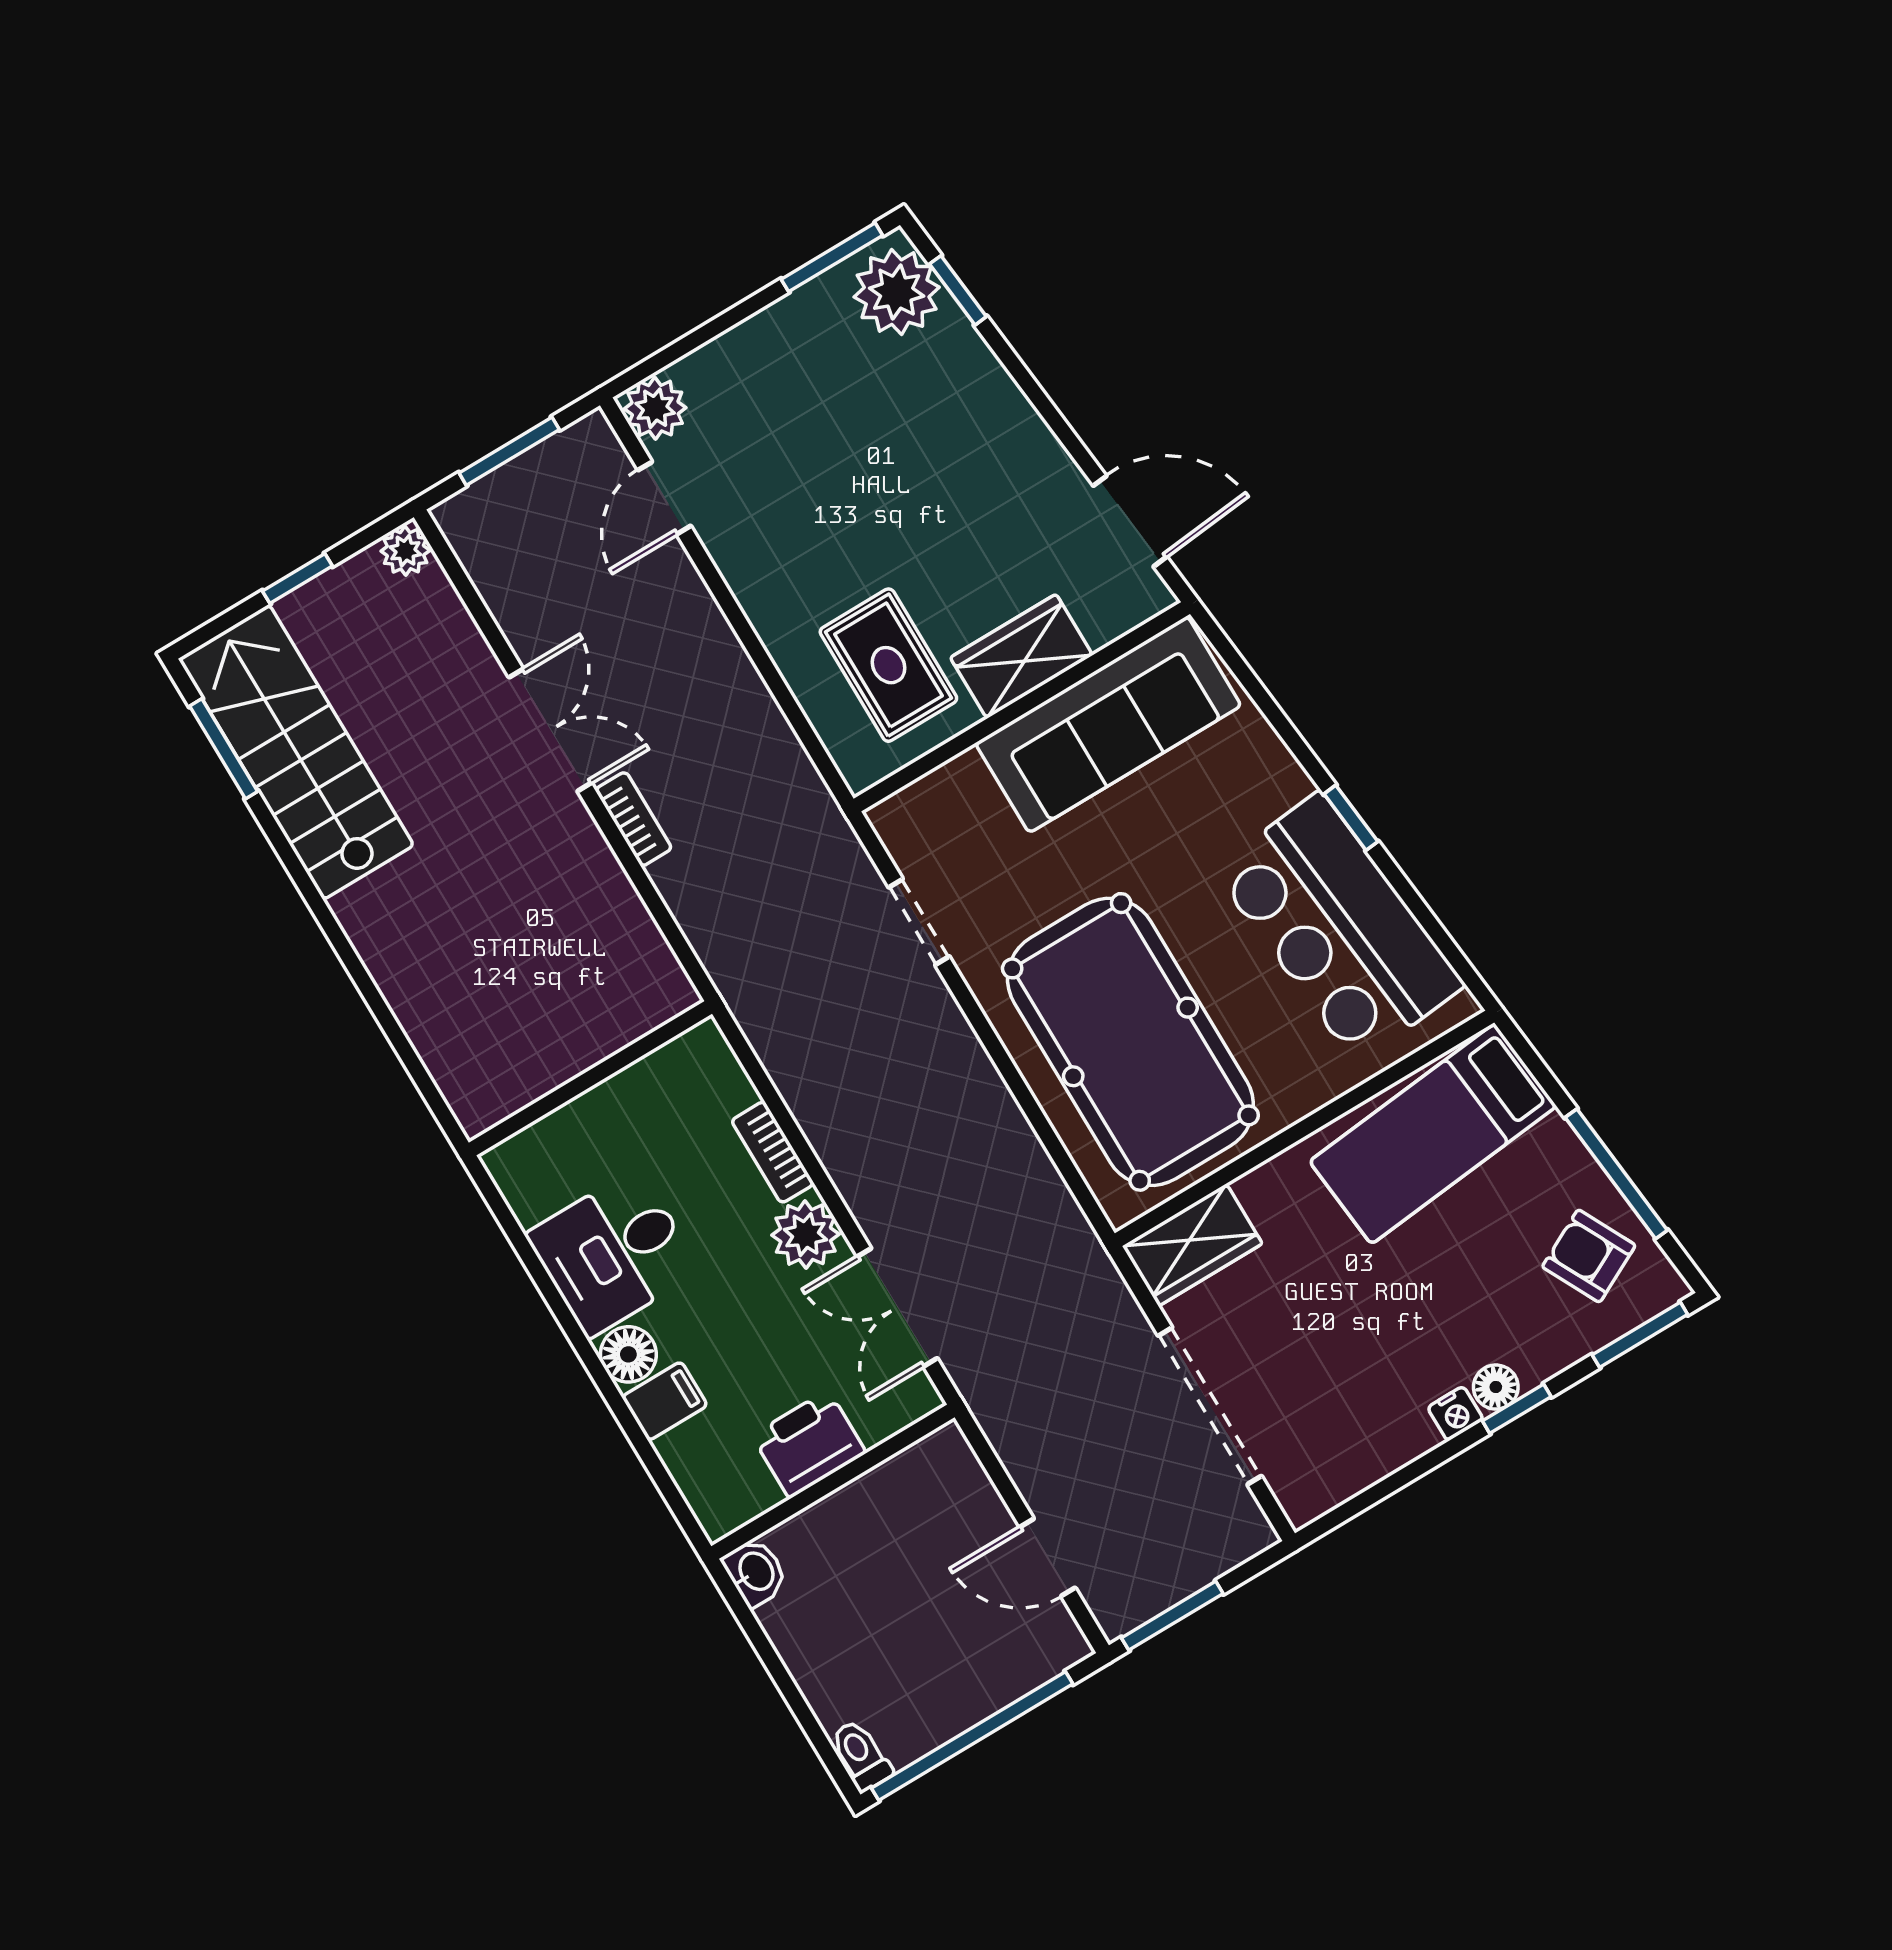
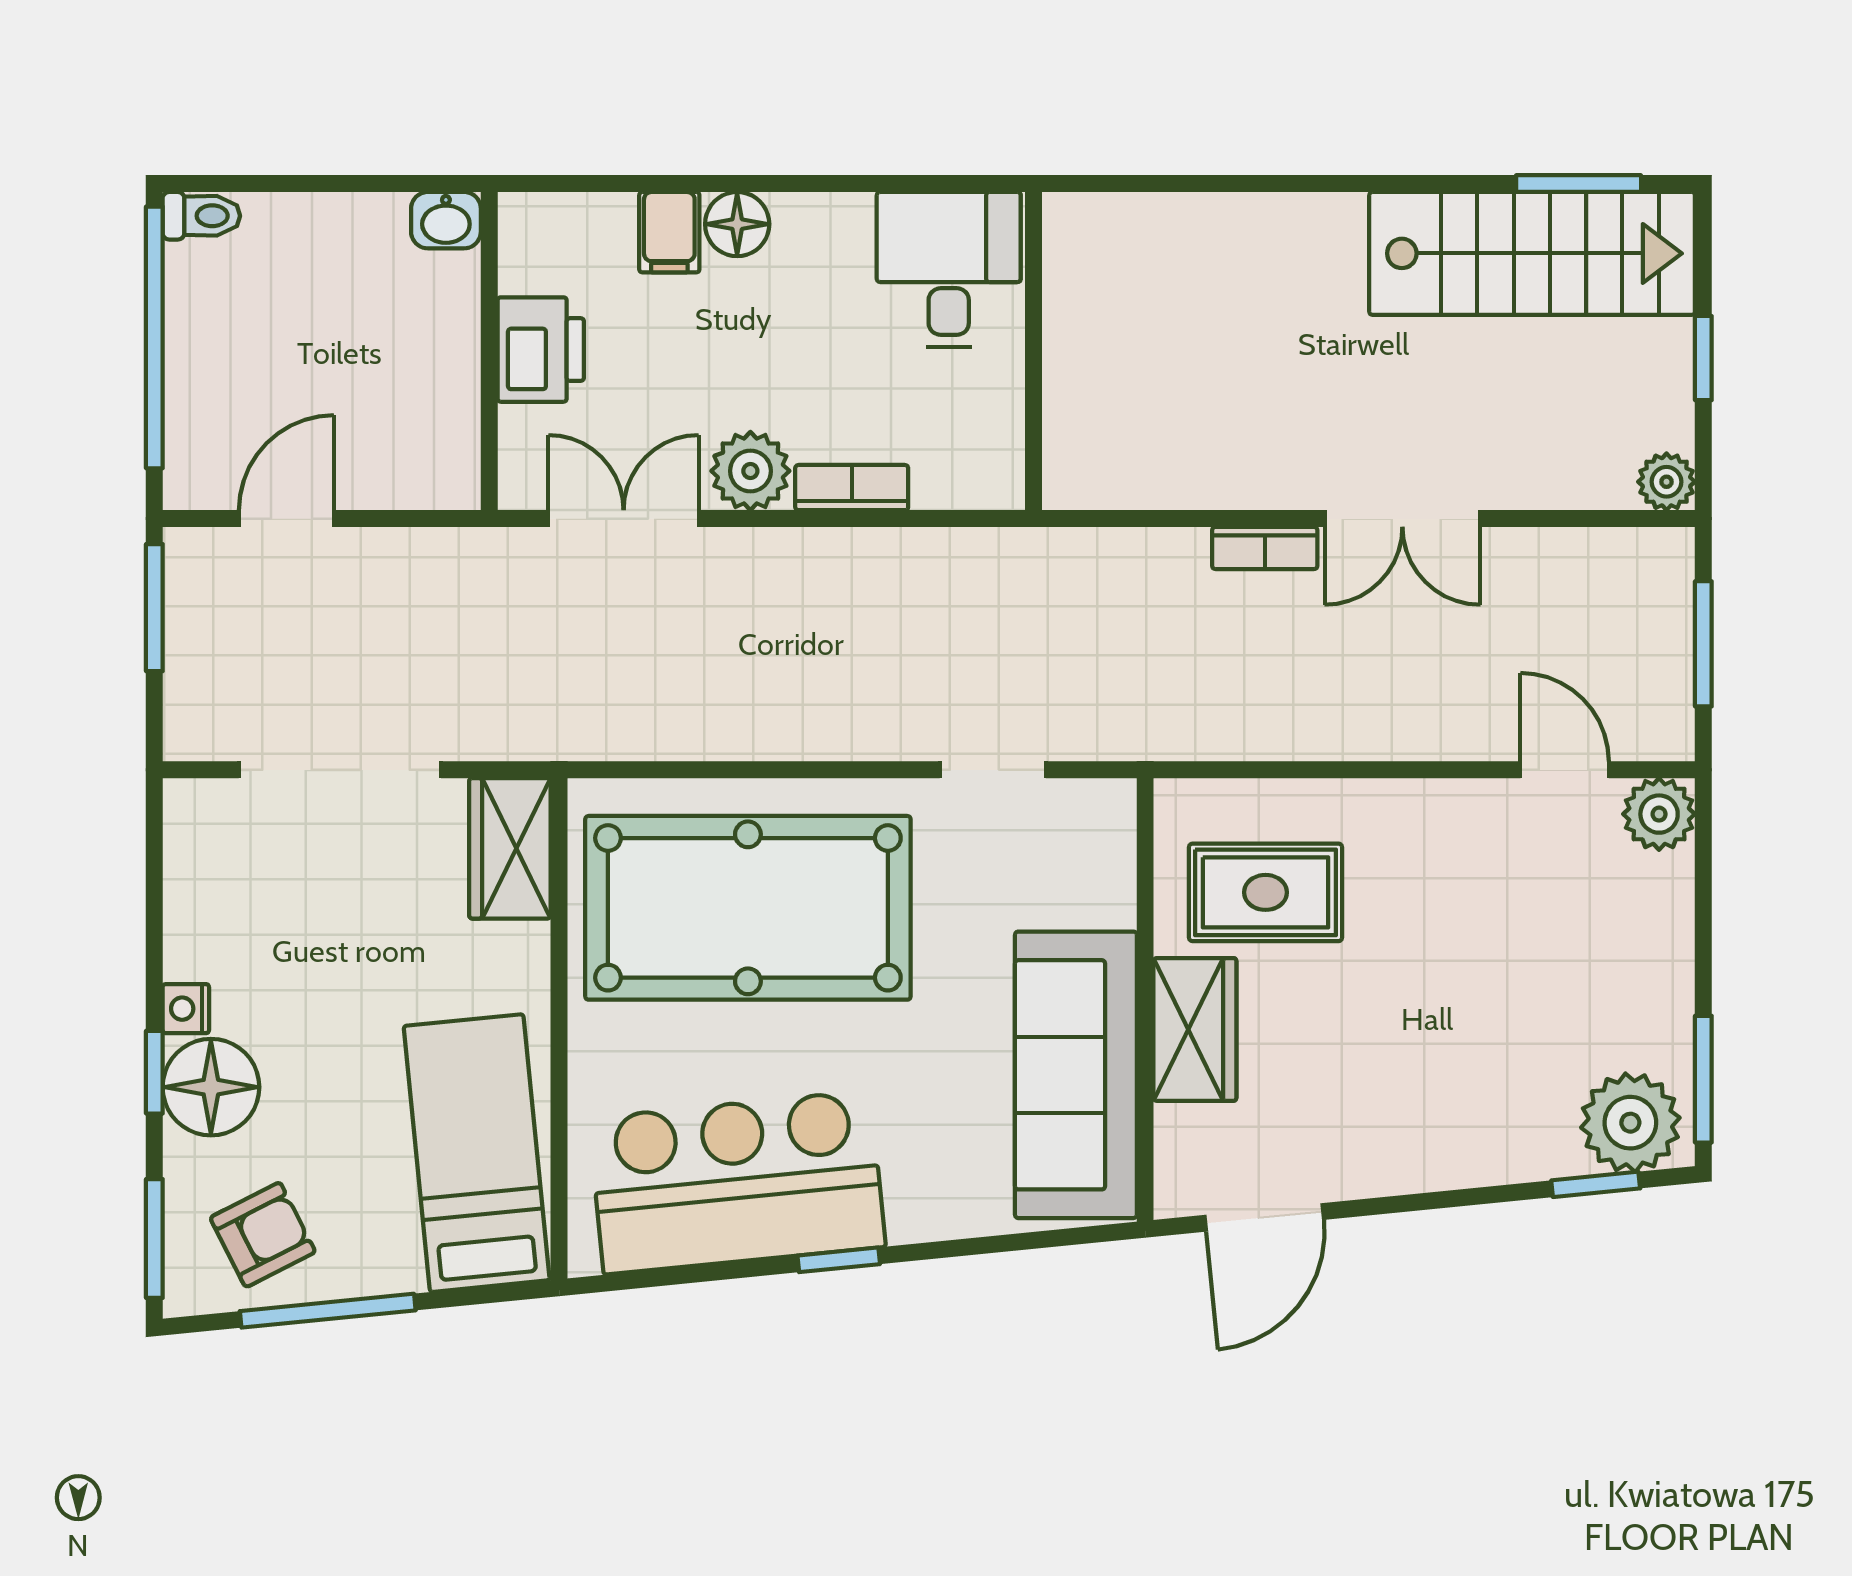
desk: (613, 1253) -> (949, 270), moved
floor lamp: (1496, 1387) -> (211, 1087), width x1.89, depth x1.89

